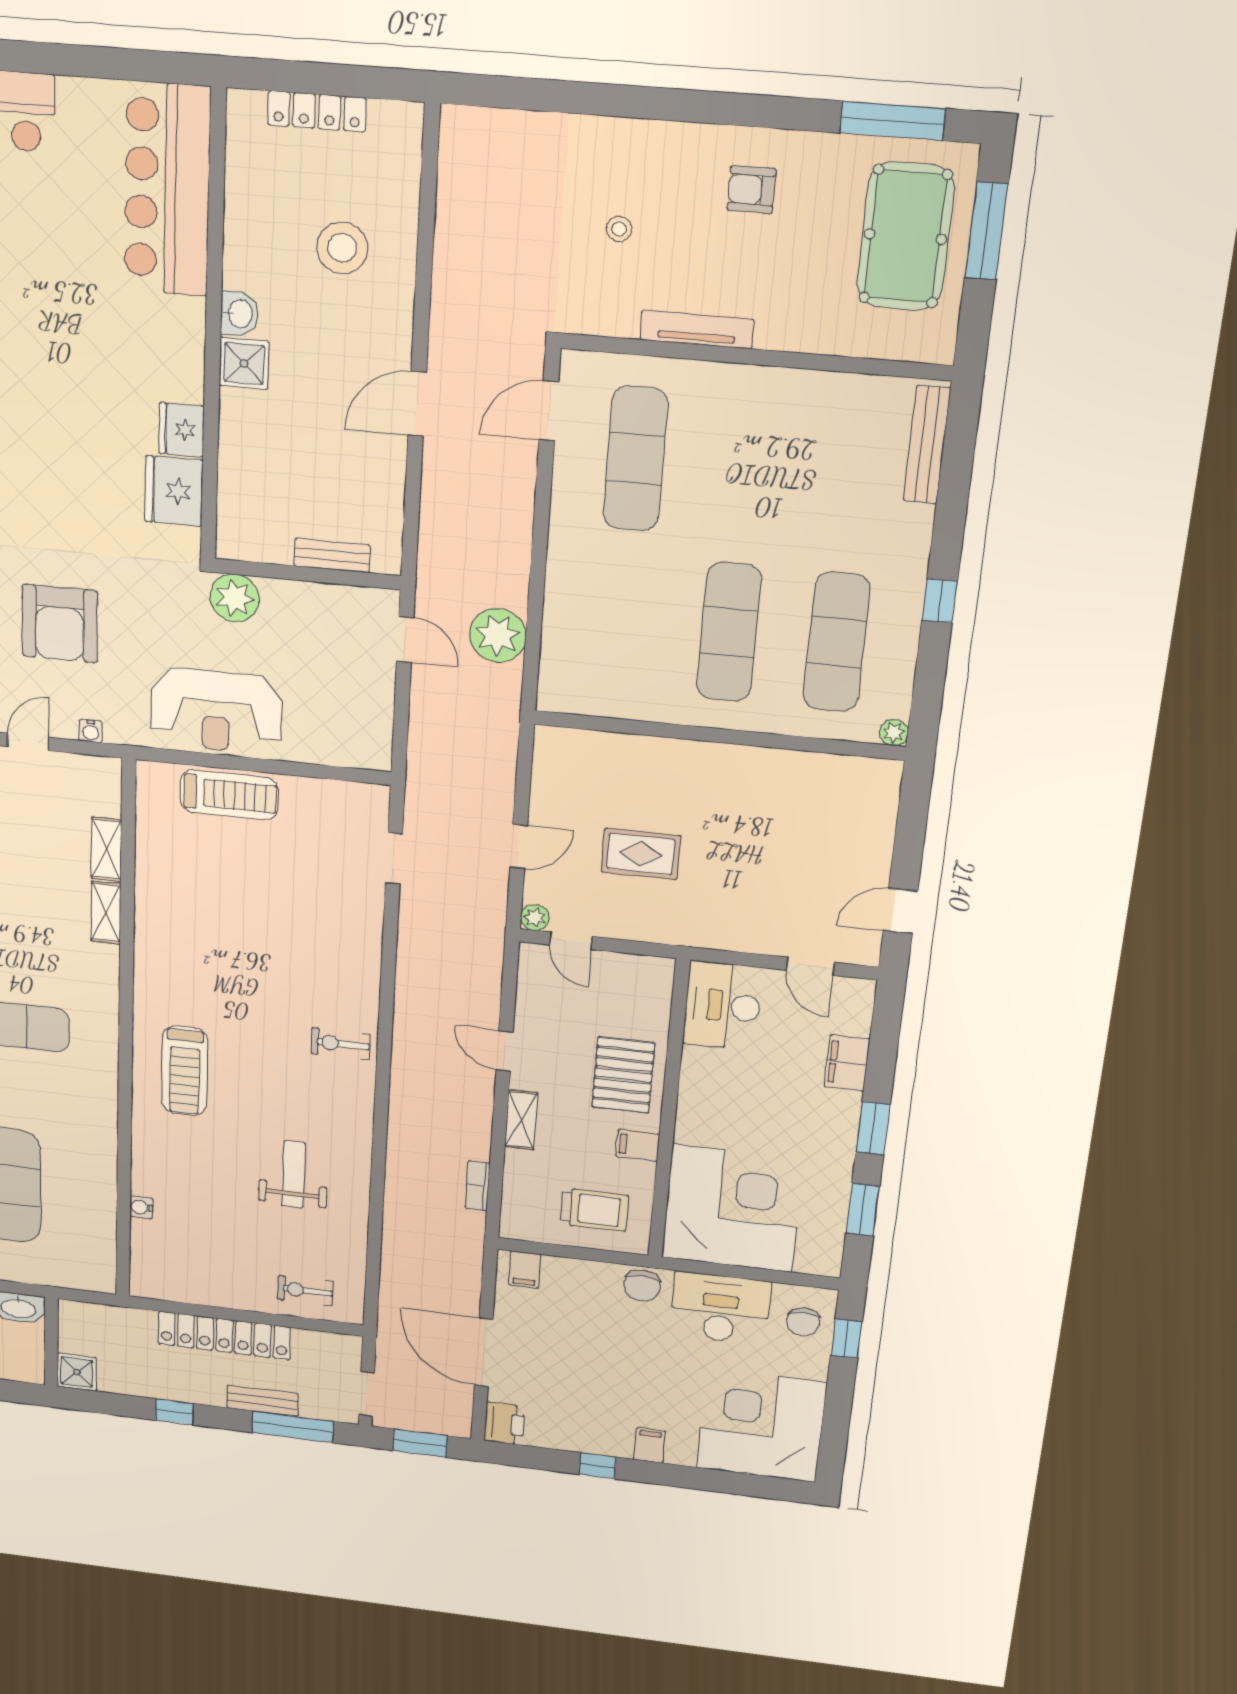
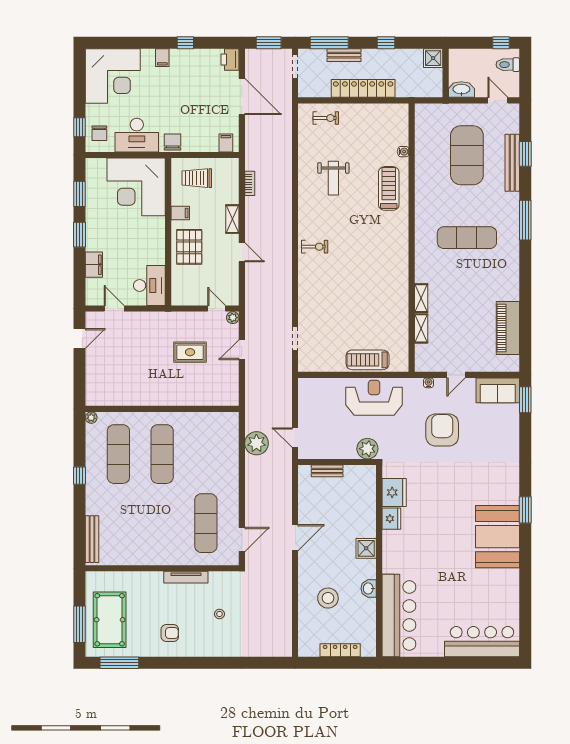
washbasin: (239, 314) -> (369, 588), moved
treadmill: (185, 1071) -> (389, 188), moved
chair: (803, 1322) -> (99, 133), turned 180

